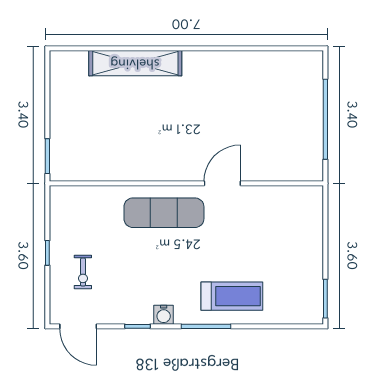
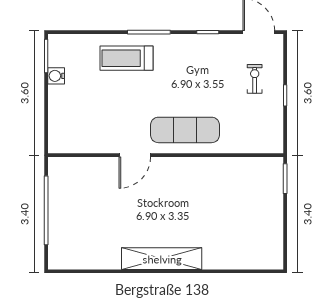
shelving: (135, 63) -> (162, 259), moved
water cooler: (164, 315) -> (56, 76), moved, turned -90

